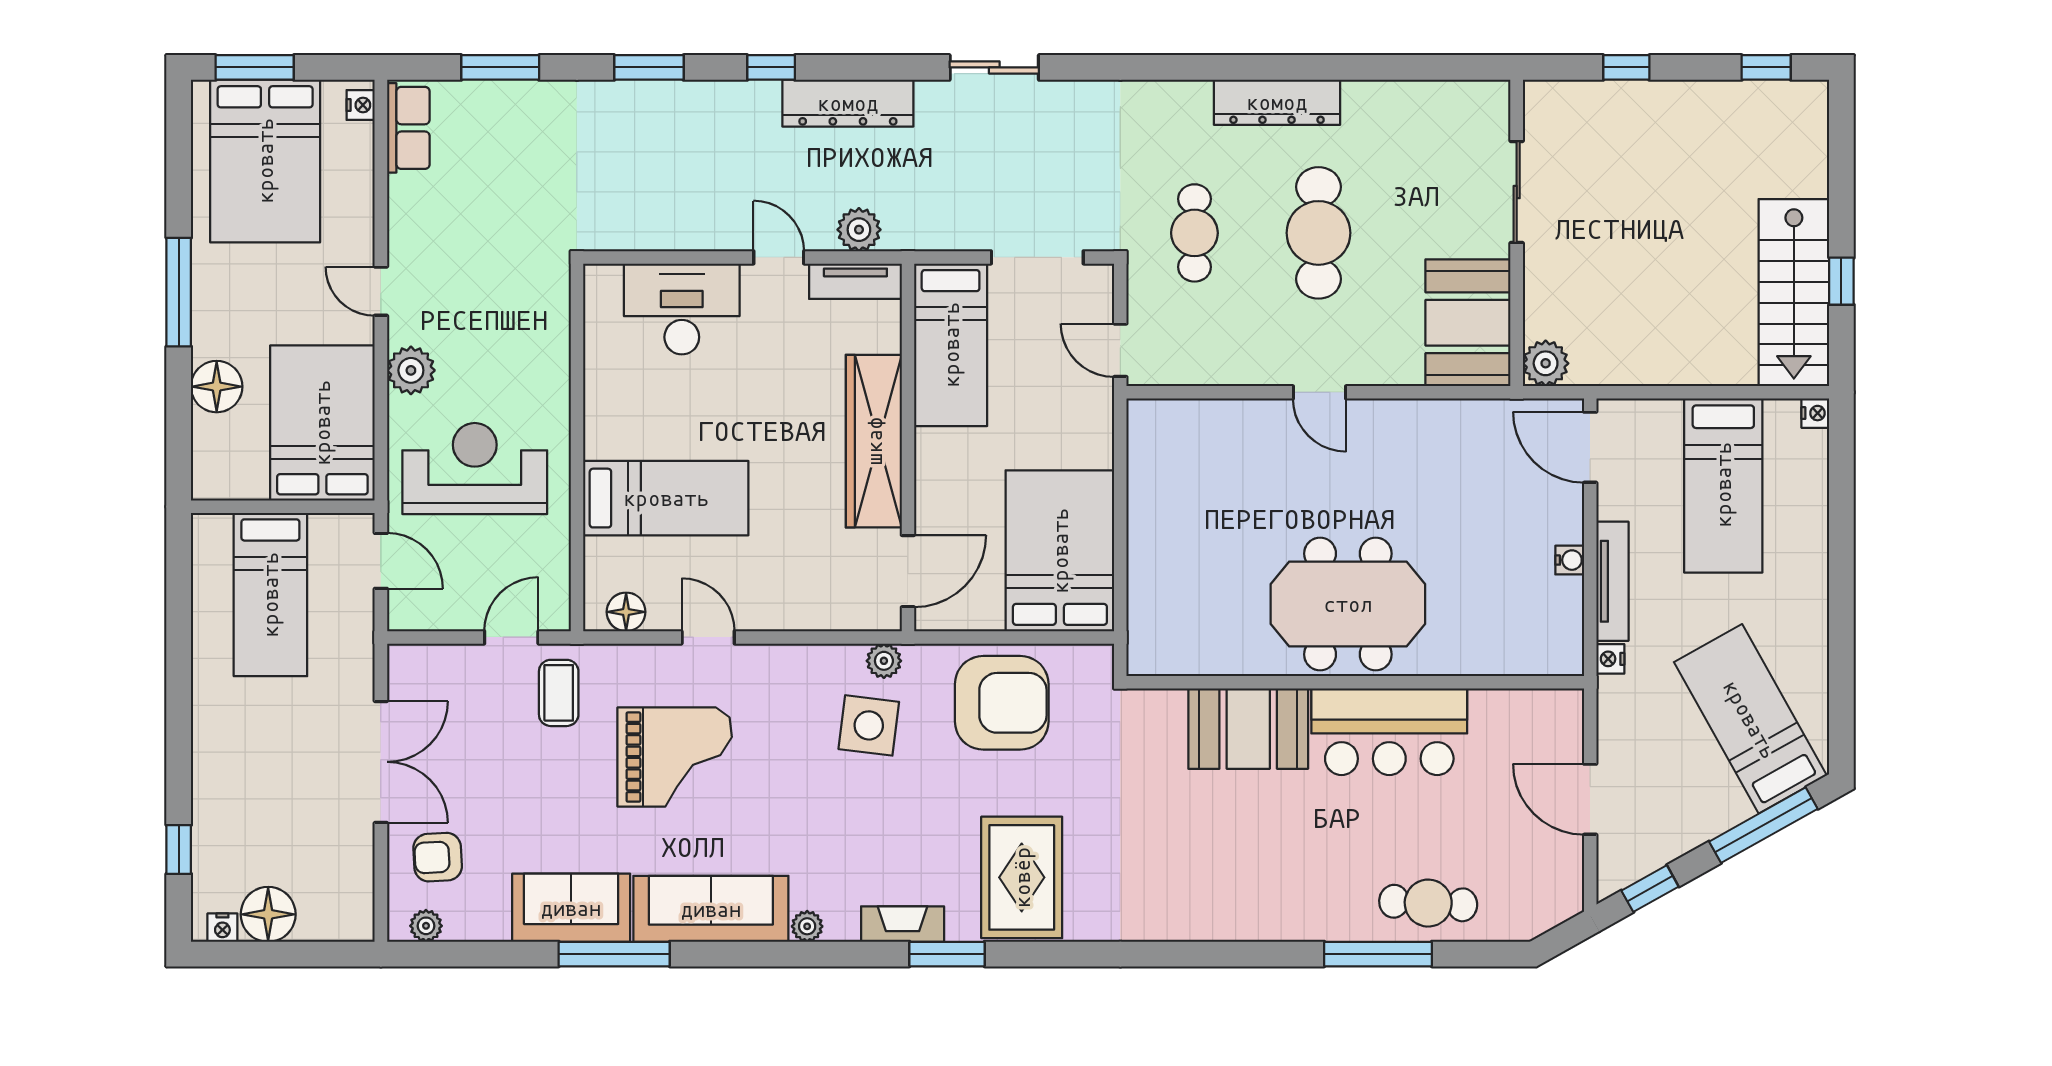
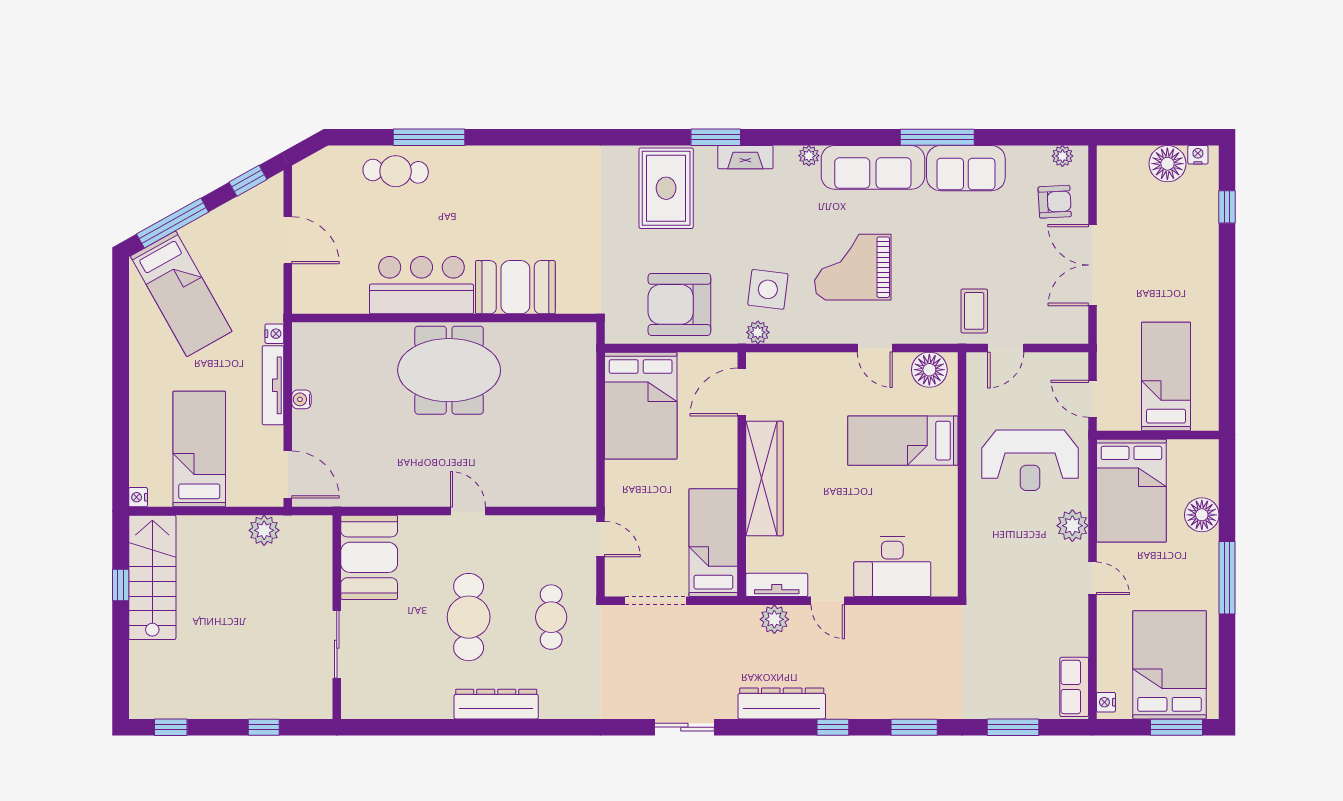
plant: (1546, 363) -> (264, 530), moved
floor lamp: (626, 612) -> (929, 370), width x1.38, depth x1.38
grand piano: (675, 757) -> (853, 267), moved

